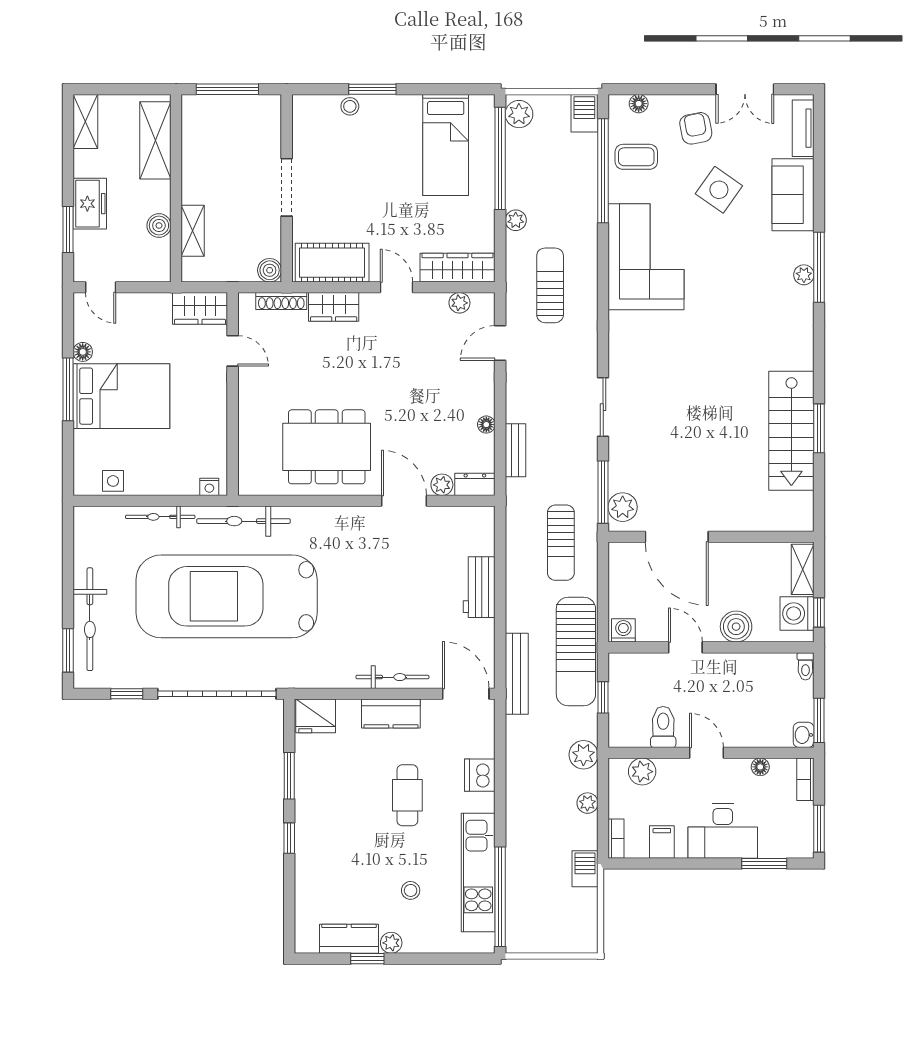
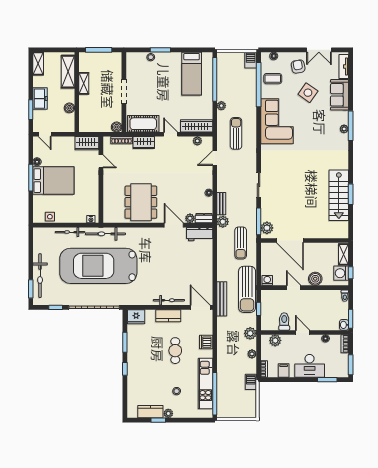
plant: (519, 114) -> (223, 222), moved
shelving: (193, 231) -> (84, 83), moved
dining table: (327, 447) -> (141, 202), turned 90
workbench: (479, 587) -> (200, 234), moved, turned -90

